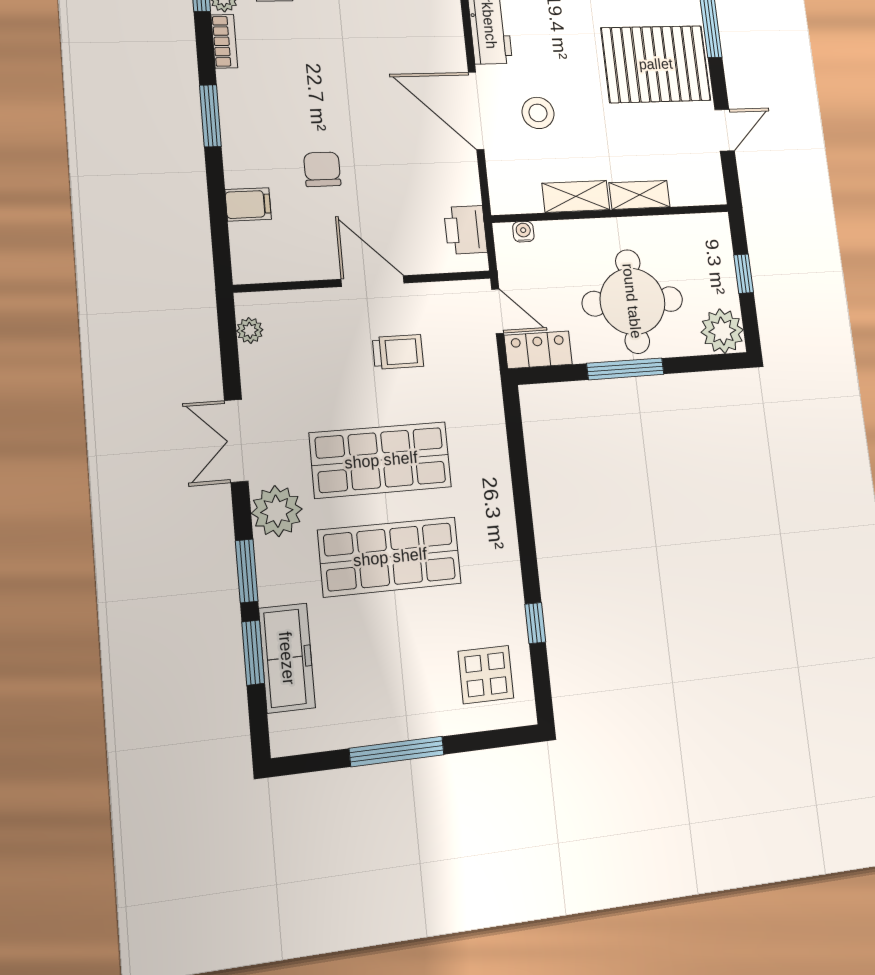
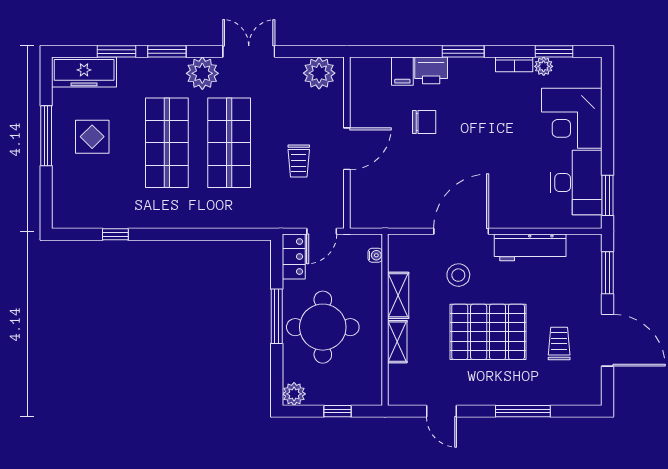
pallet: (656, 64) -> (488, 332), moved, turned 90
printer: (465, 230) -> (431, 70), moved, turned 180
plant: (250, 330) -> (319, 73), width x1.87, depth x1.87
plant: (722, 331) -> (294, 394), width x0.73, depth x0.73
freezer: (287, 658) -> (84, 72), moved
display table: (486, 675) -> (92, 137), moved

